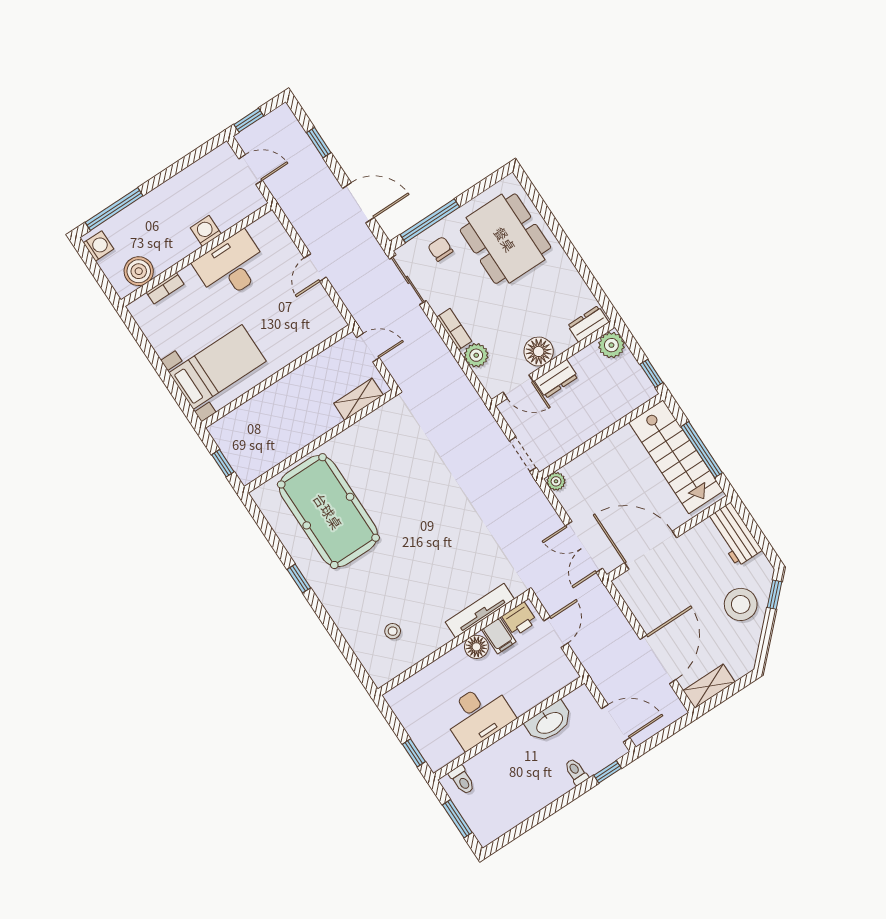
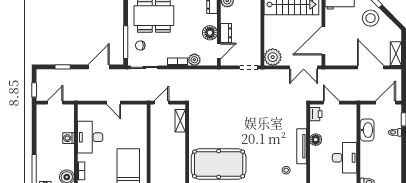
plant: (556, 481) -> (273, 57), width x1.87, depth x1.87
tv unit: (480, 611) -> (302, 146), moved
filing cabinet: (499, 636) -> (317, 127), removed

